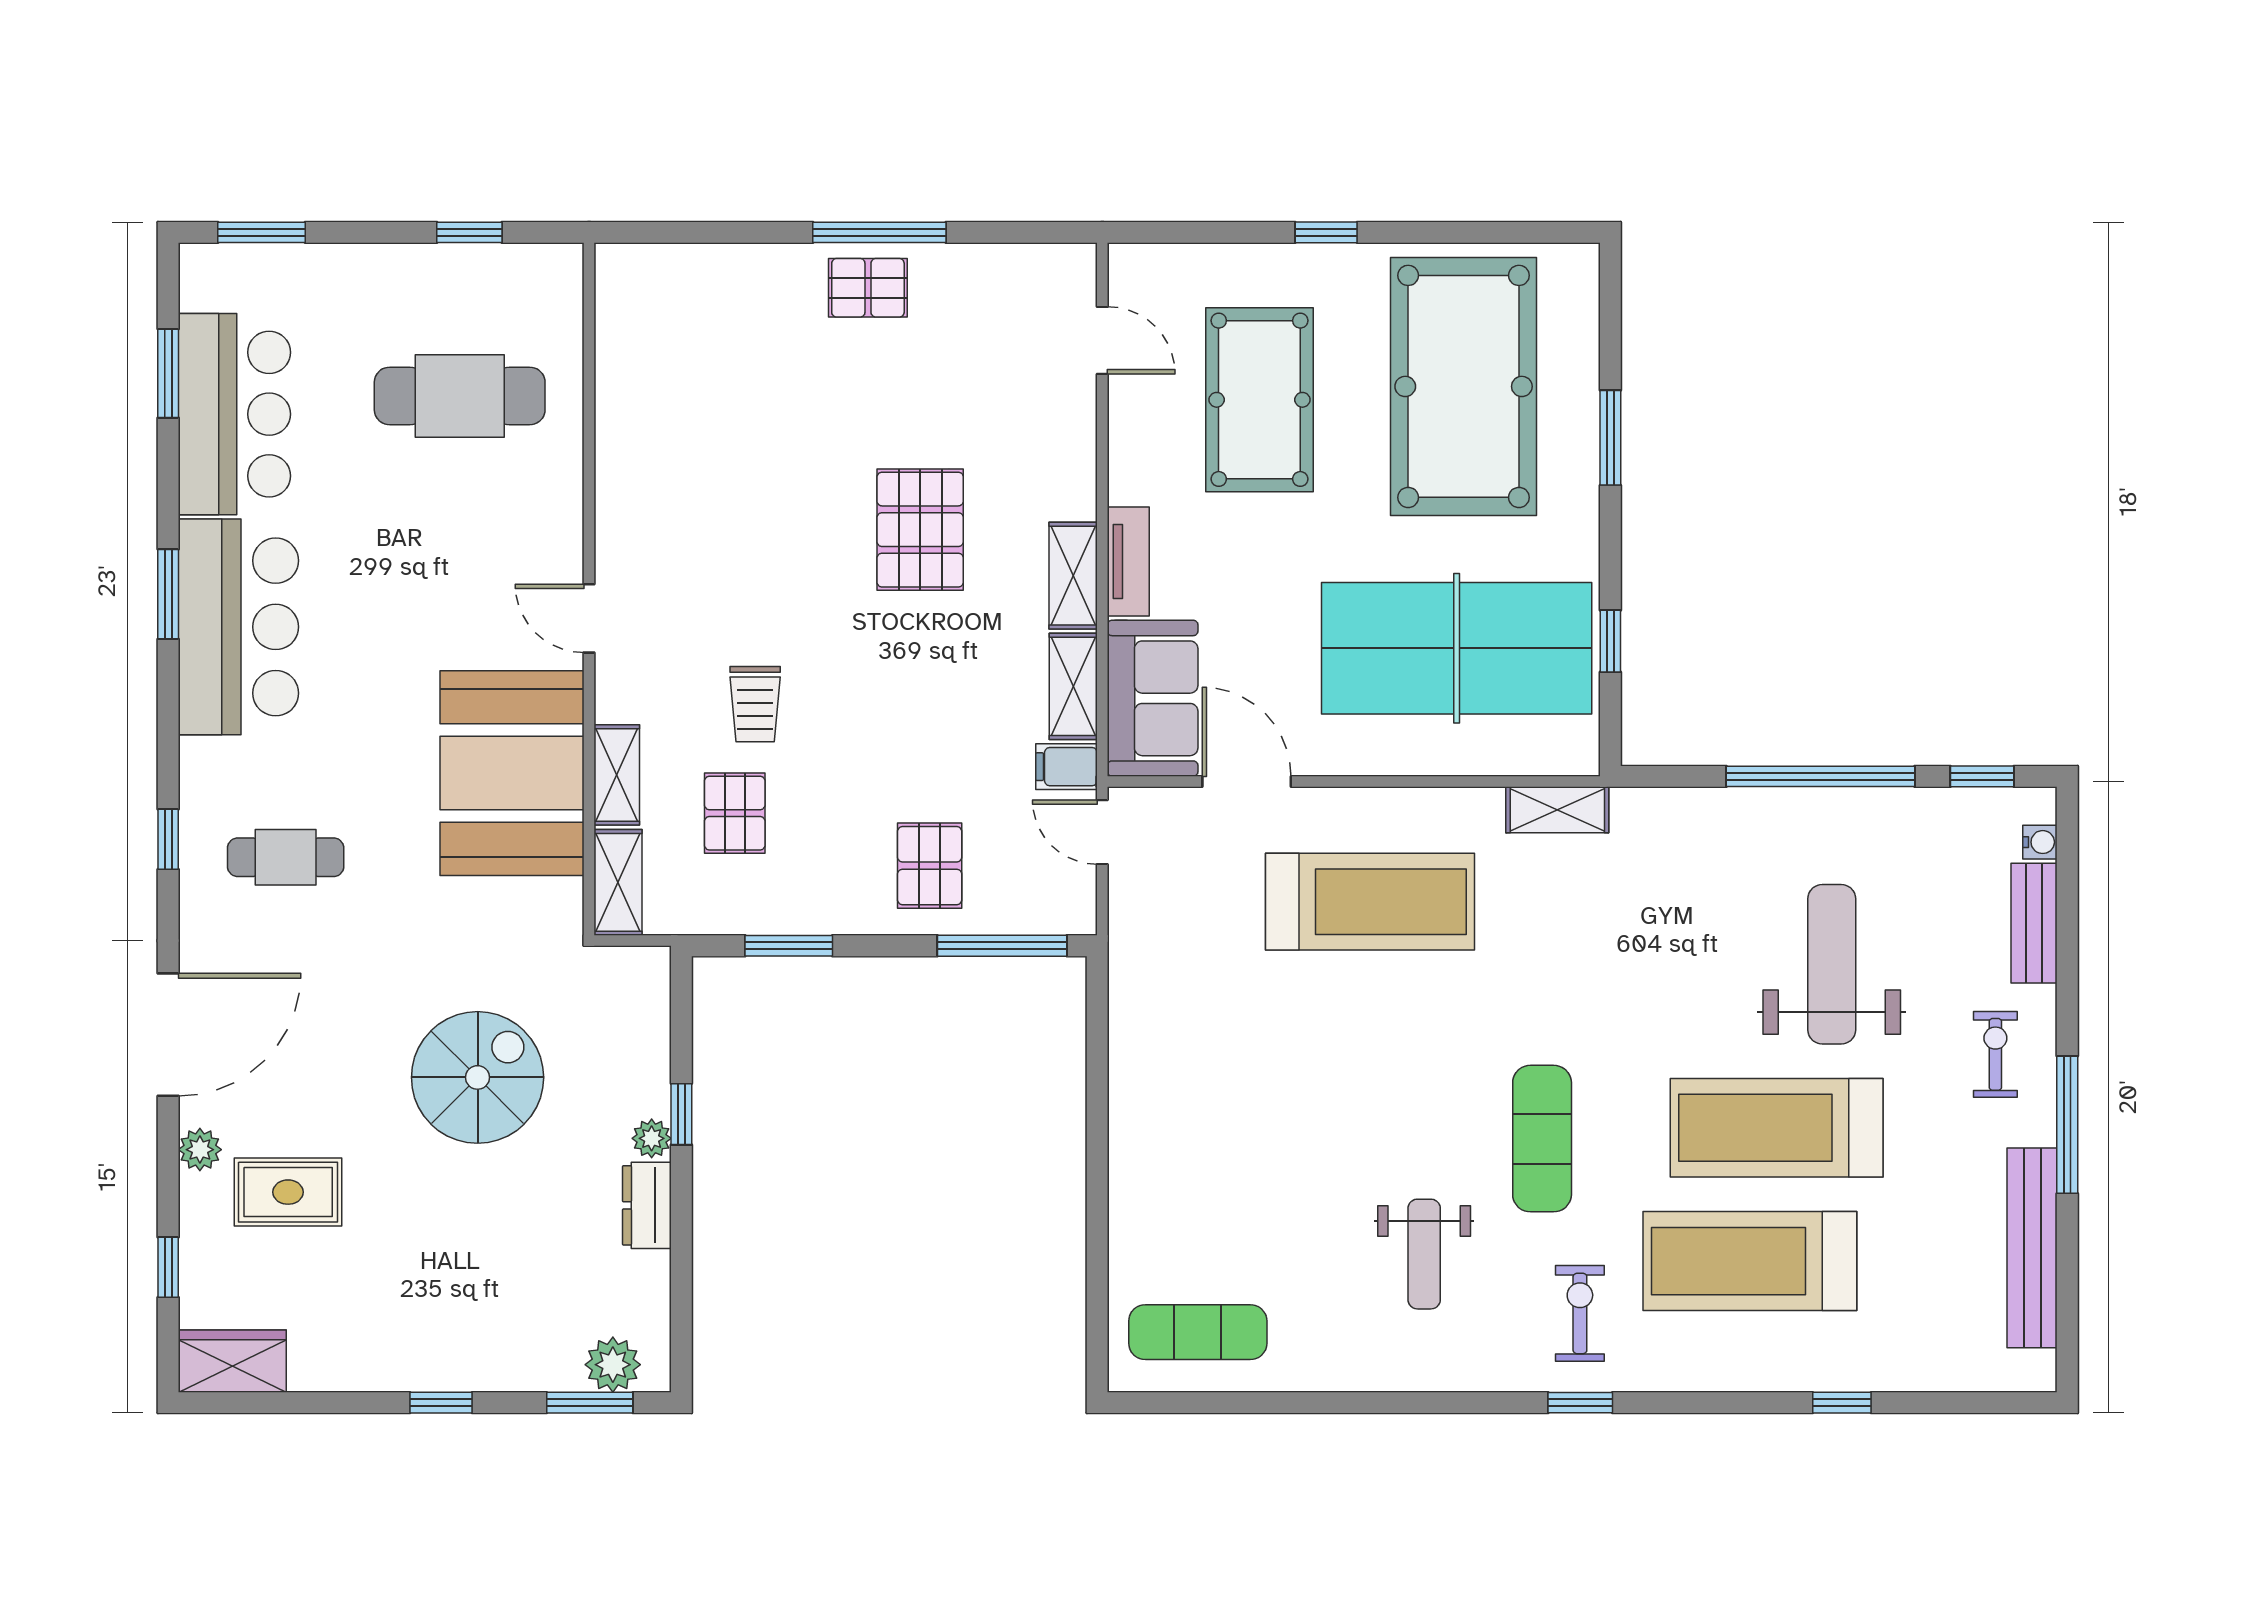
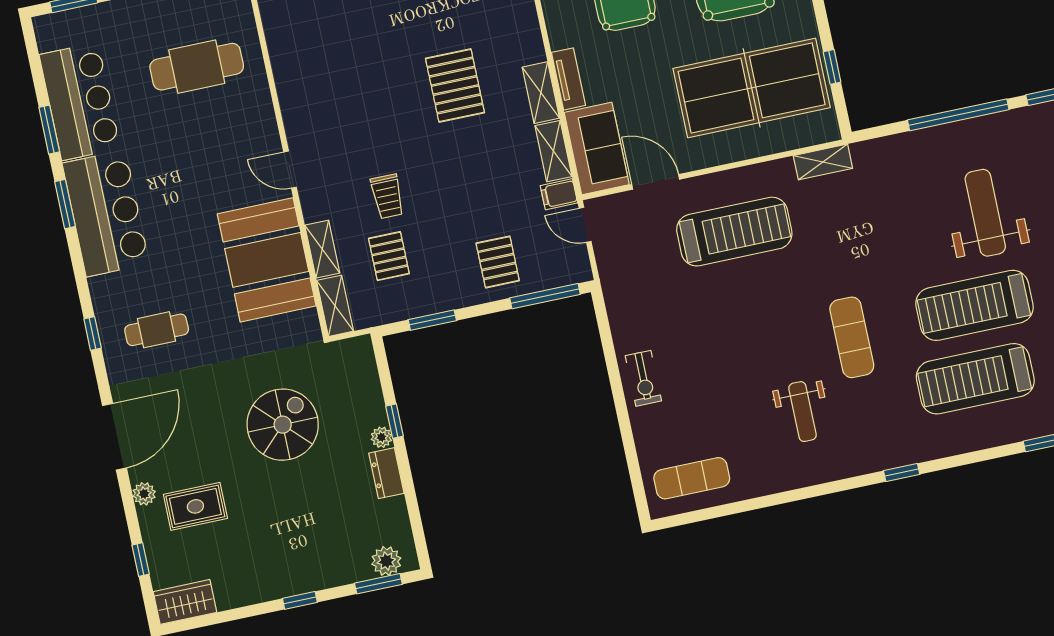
window: (168, 373) -> (49, 130), moved
exercise bike: (1580, 1313) -> (643, 378), moved, turned 180

